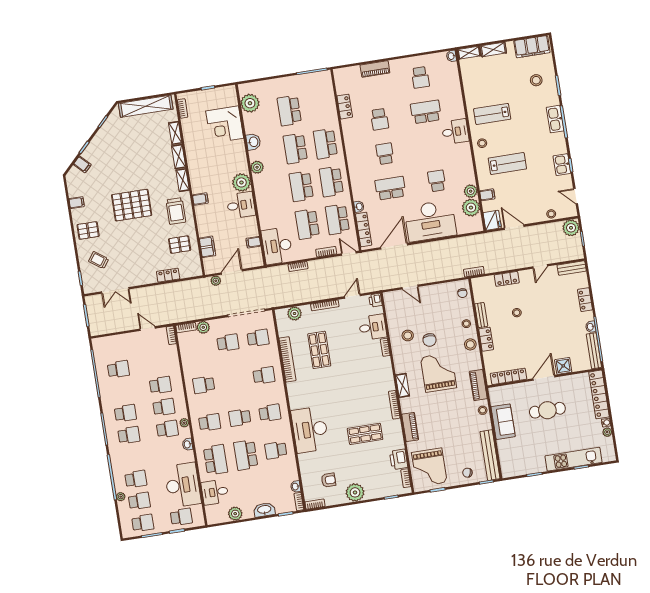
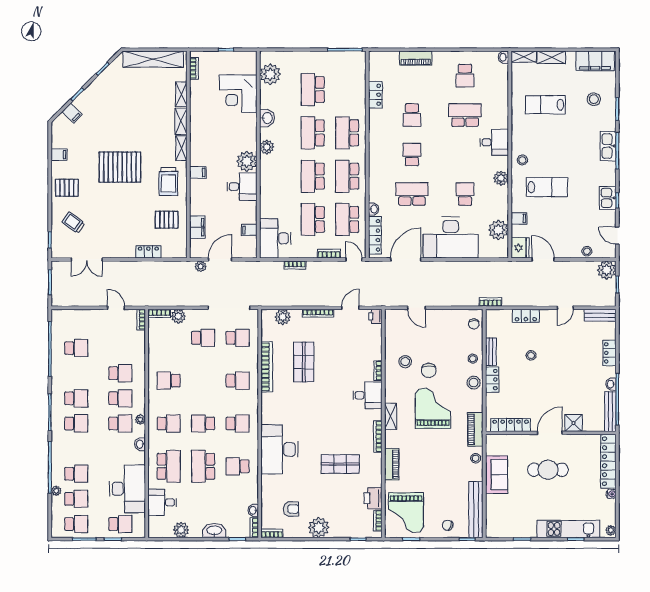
lab bench: (492, 114) -> (545, 105), moved
plant: (471, 191) -> (501, 178), moved
desk: (373, 327) -> (367, 395), moved
plant: (607, 432) -> (611, 530), moved

